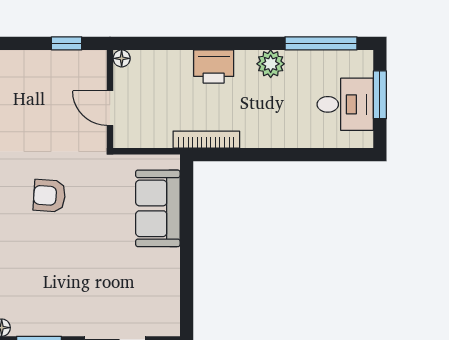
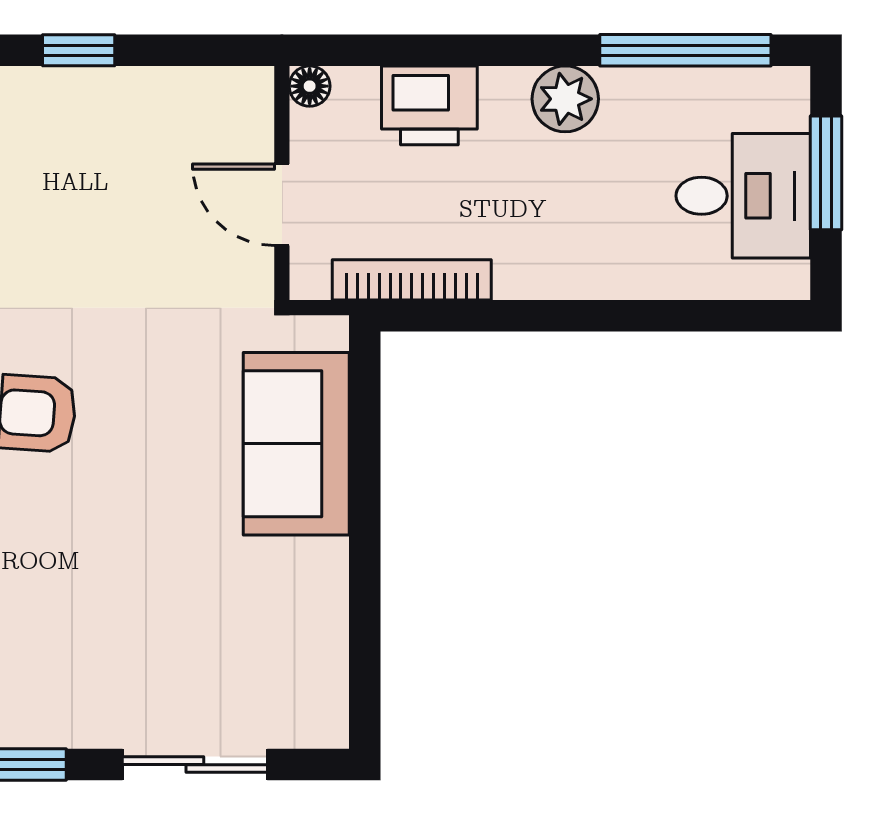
floor lamp: (122, 58) -> (310, 86), moved
wall: (110, 99) -> (282, 183), moved
door: (110, 108) -> (282, 205), moved

